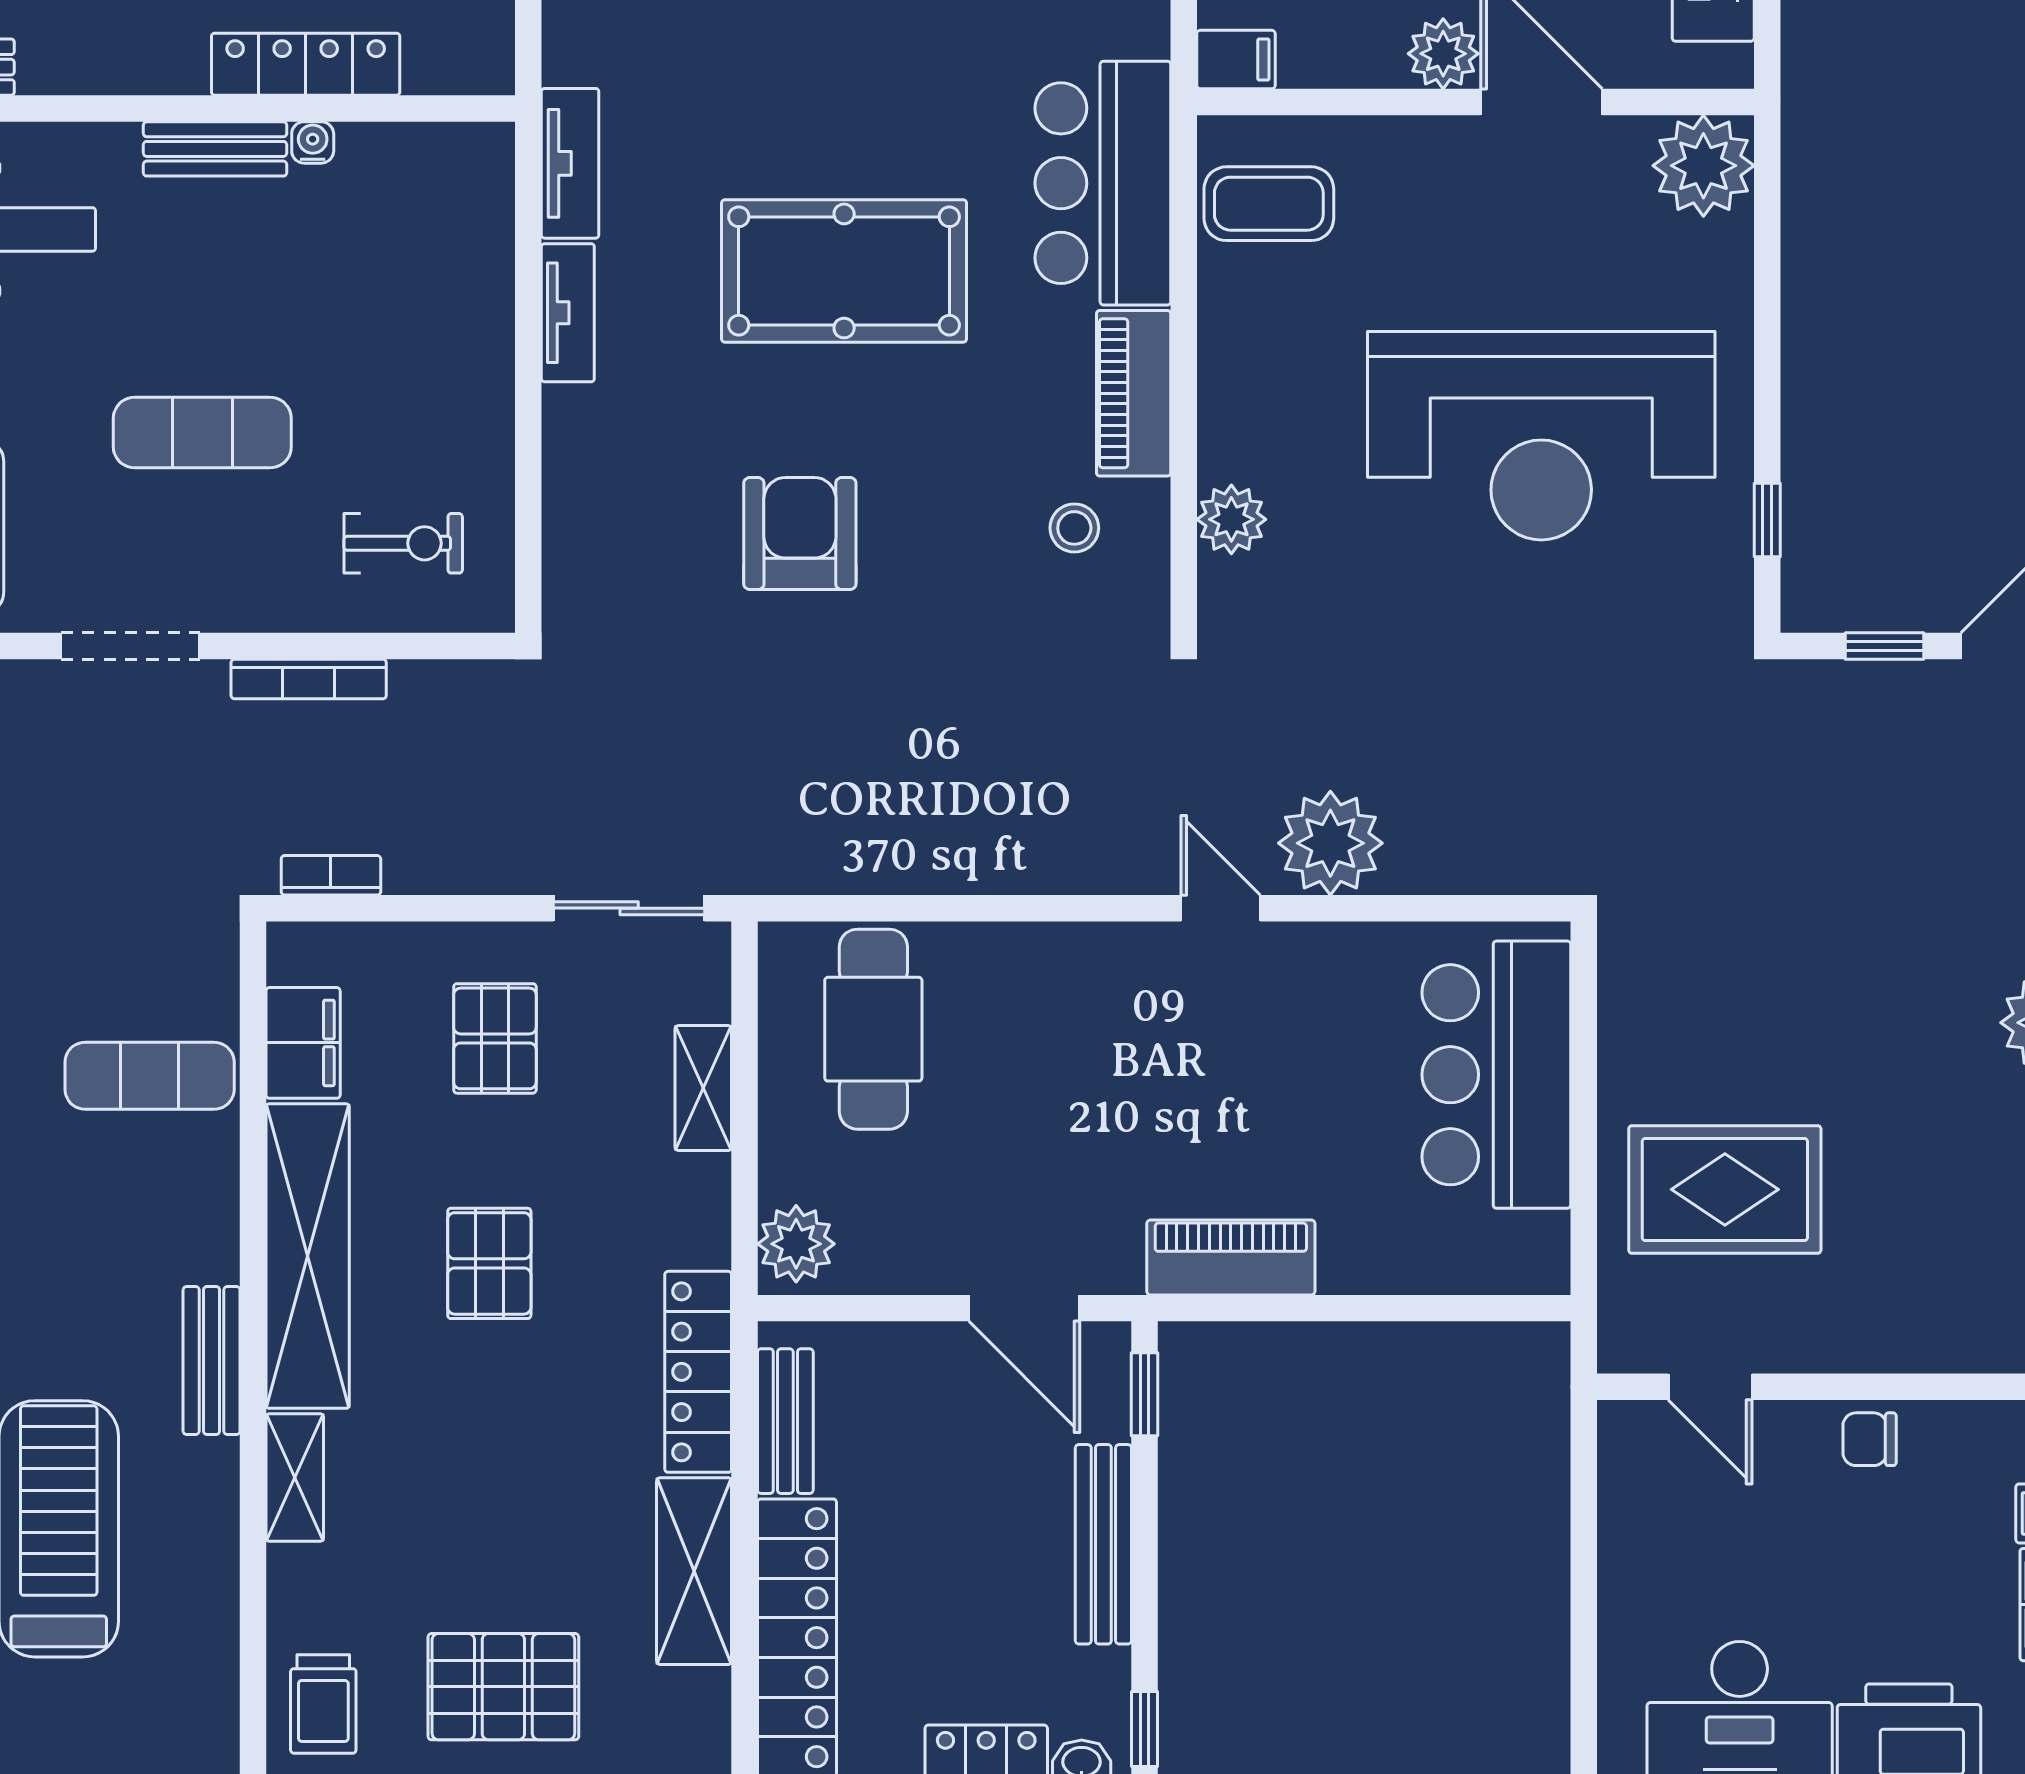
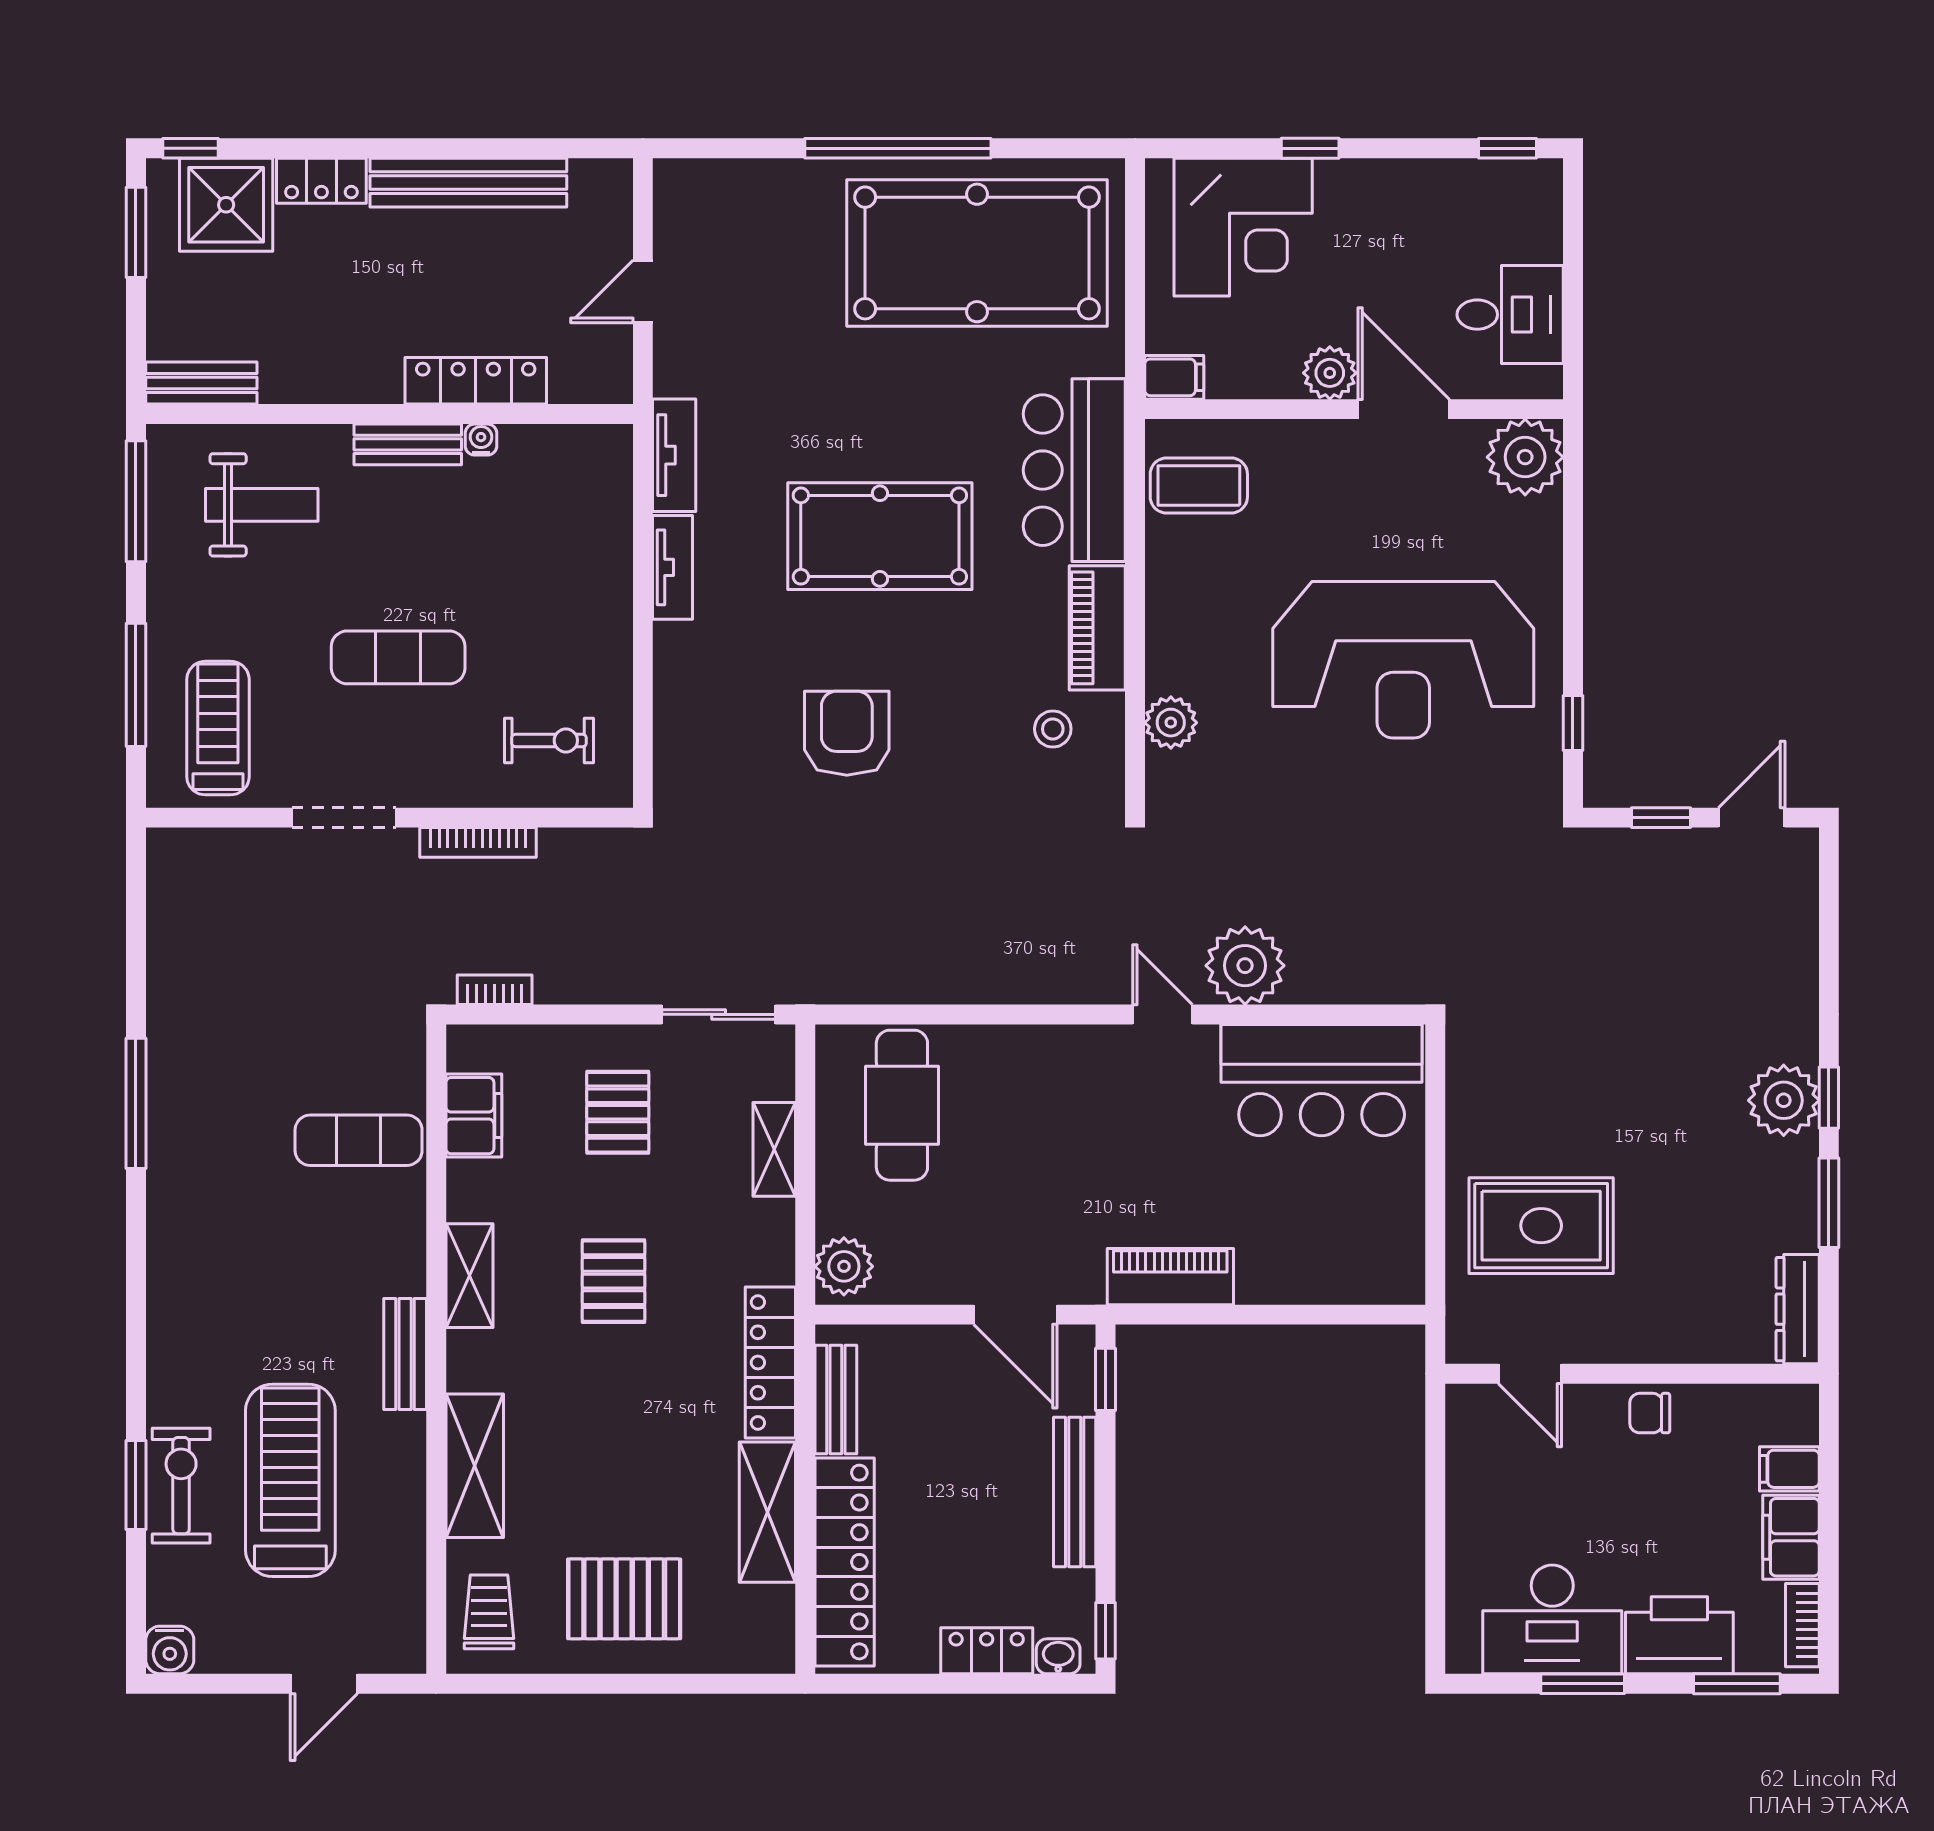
bar counter: (1496, 1075) -> (1322, 1080), moved, turned -90
shelving: (308, 1256) -> (469, 1276), width x0.45, depth x0.75
shelving: (295, 1478) -> (475, 1466), width x1.50, depth x1.33
trolley: (323, 1704) -> (489, 1612), turned 180

